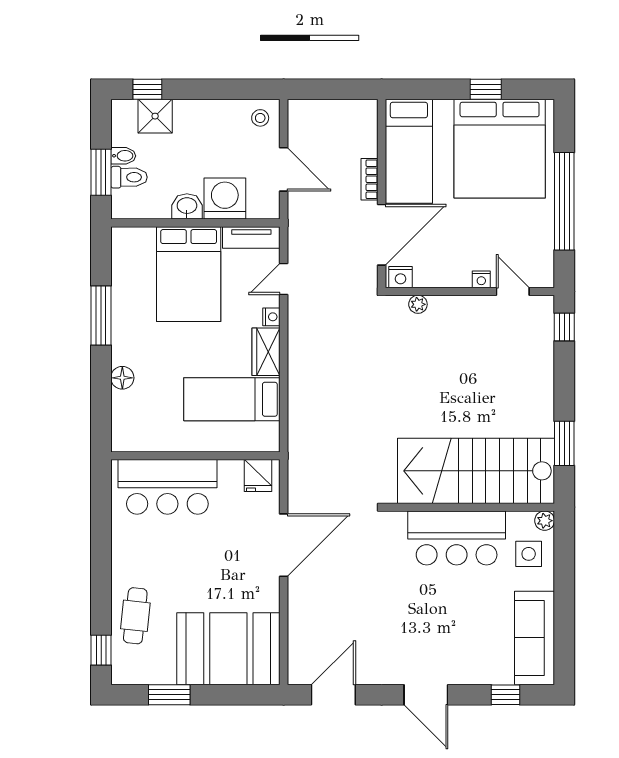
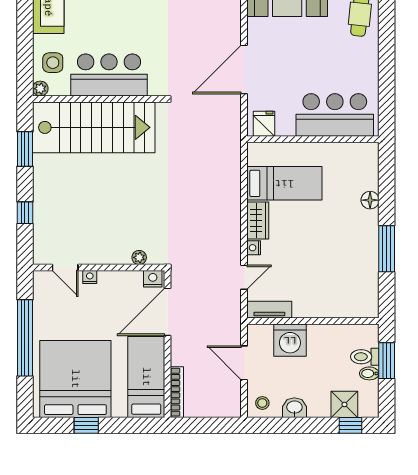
bookcase: (370, 179) -> (177, 392), moved, width x1.56
washbasin: (187, 206) -> (294, 408), moved, turned 180
bed: (189, 274) -> (318, 281), removed
window: (564, 327) -> (25, 213), moved

